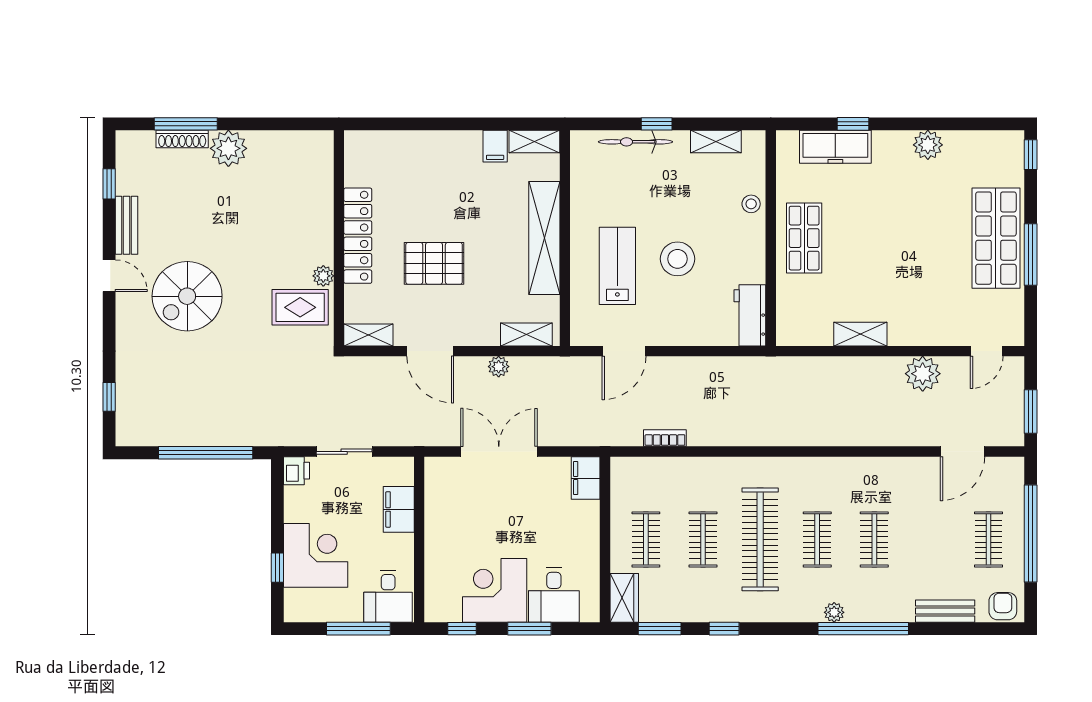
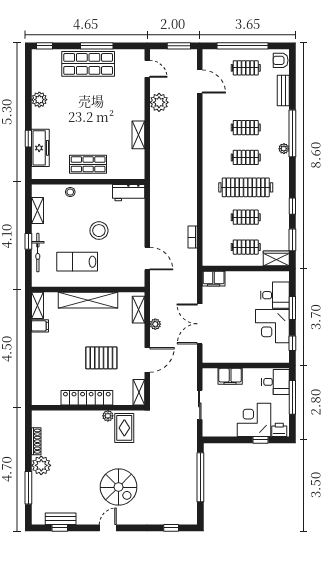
shoe rack: (182, 139) -> (36, 441), moved
bench: (126, 225) -> (61, 519), moved
pallet: (434, 263) -> (101, 358), turned 90
lab bench: (617, 266) -> (77, 262), moved
printer: (296, 471) -> (279, 430), moved

